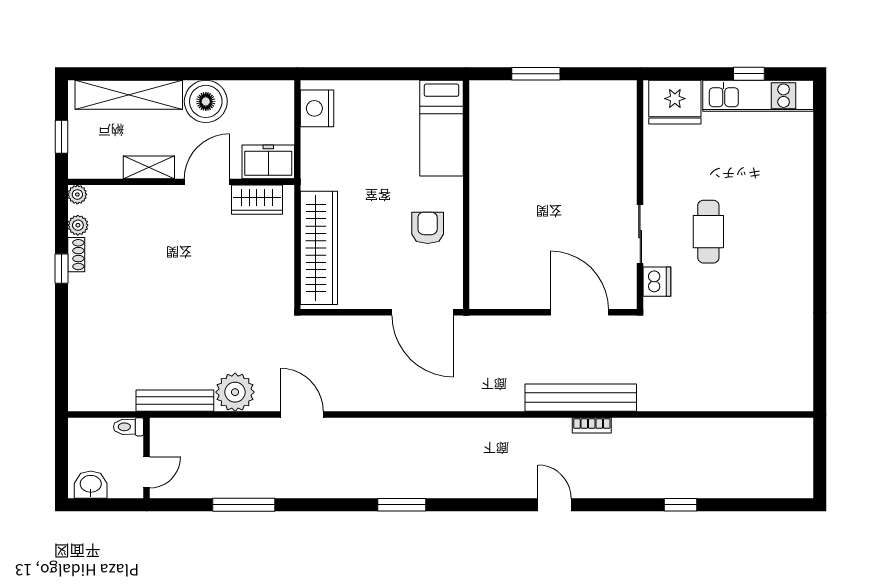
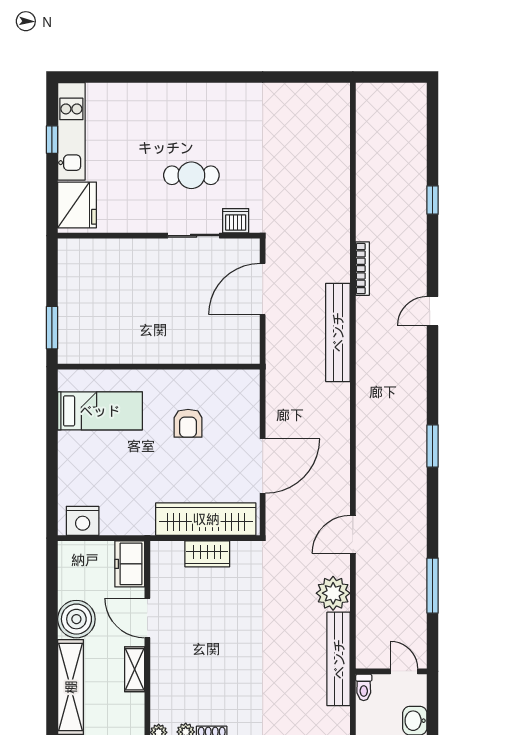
wall: (466, 195) -> (159, 367), moved
wardrobe: (257, 200) -> (207, 554), moved, turned 90
armchair: (428, 228) -> (188, 423), turned -90
door: (423, 312) -> (263, 466), moved
bench: (581, 398) -> (338, 332), moved
bench: (175, 401) -> (339, 659), width x1.37, depth x1.21
bookcase: (592, 425) -> (362, 269), width x1.56

